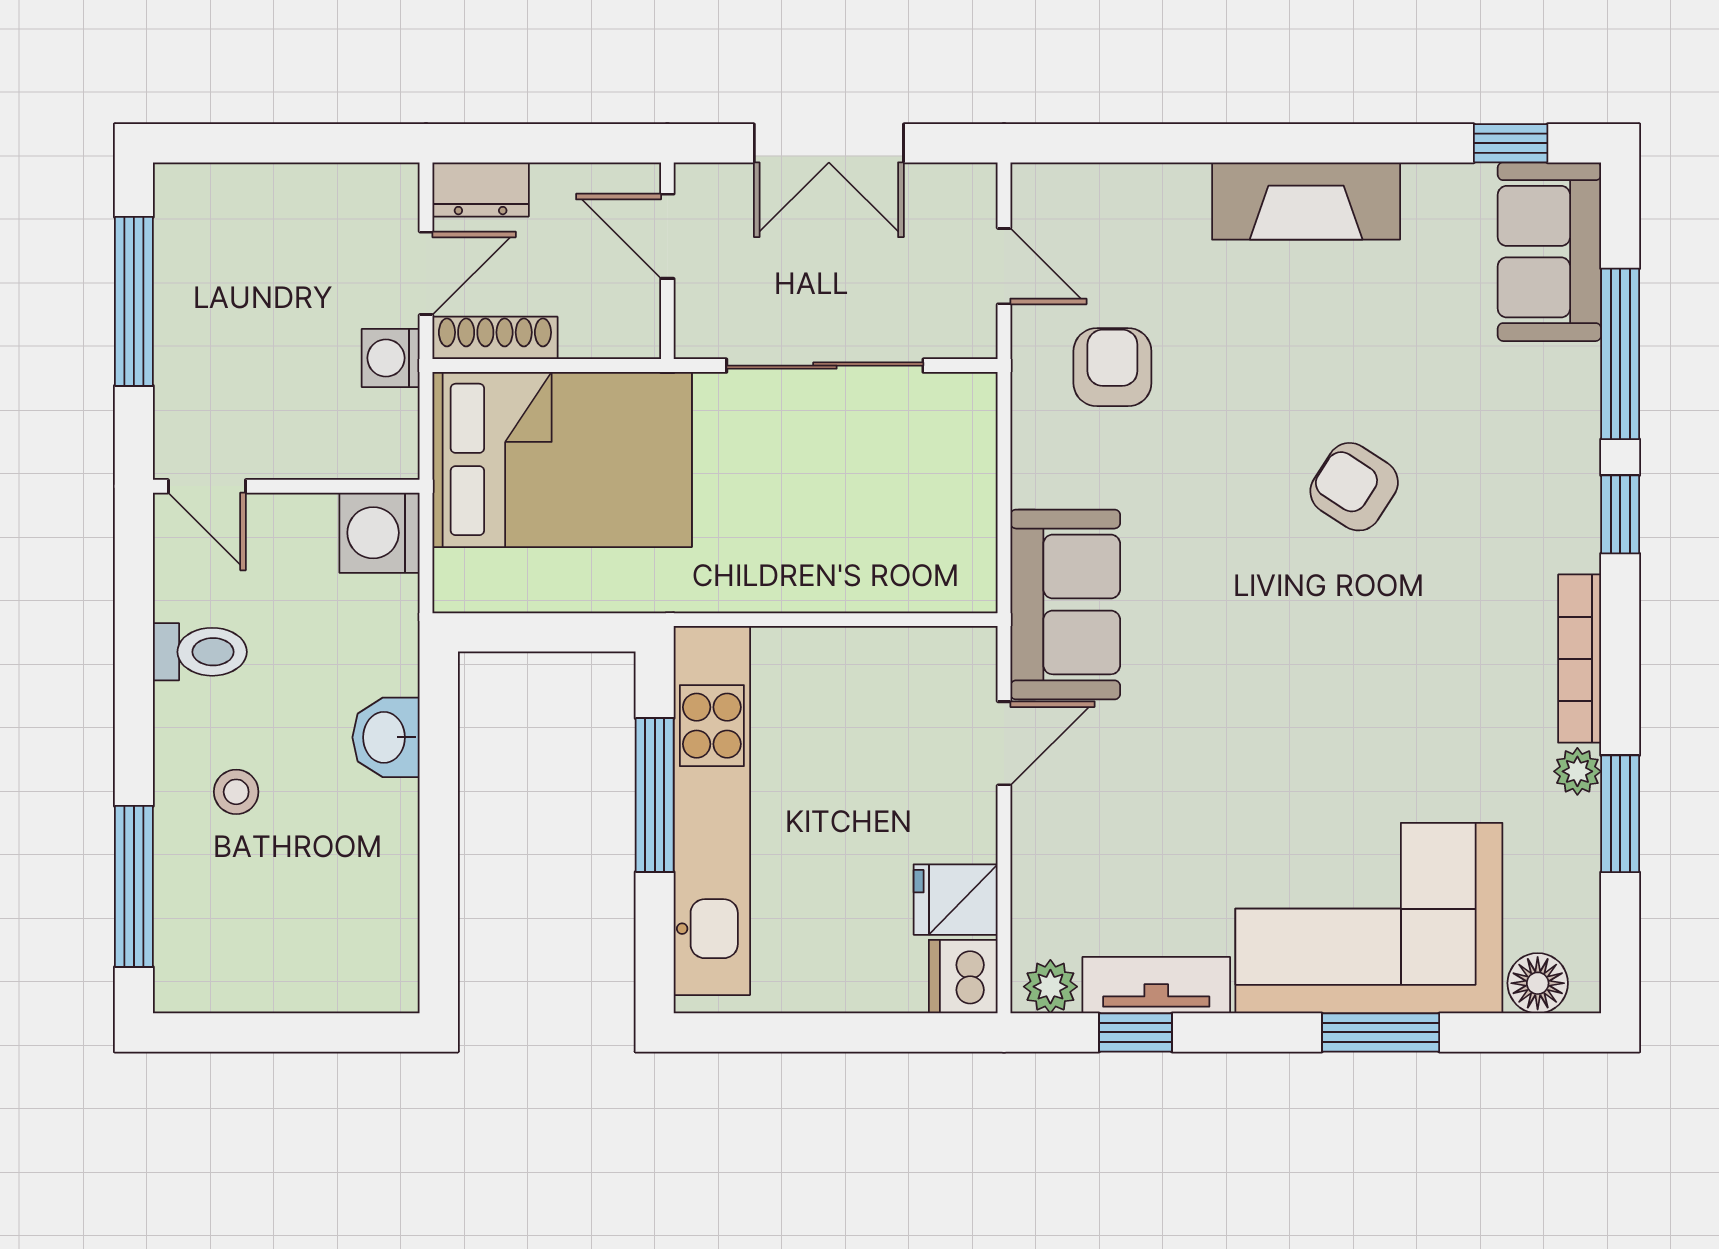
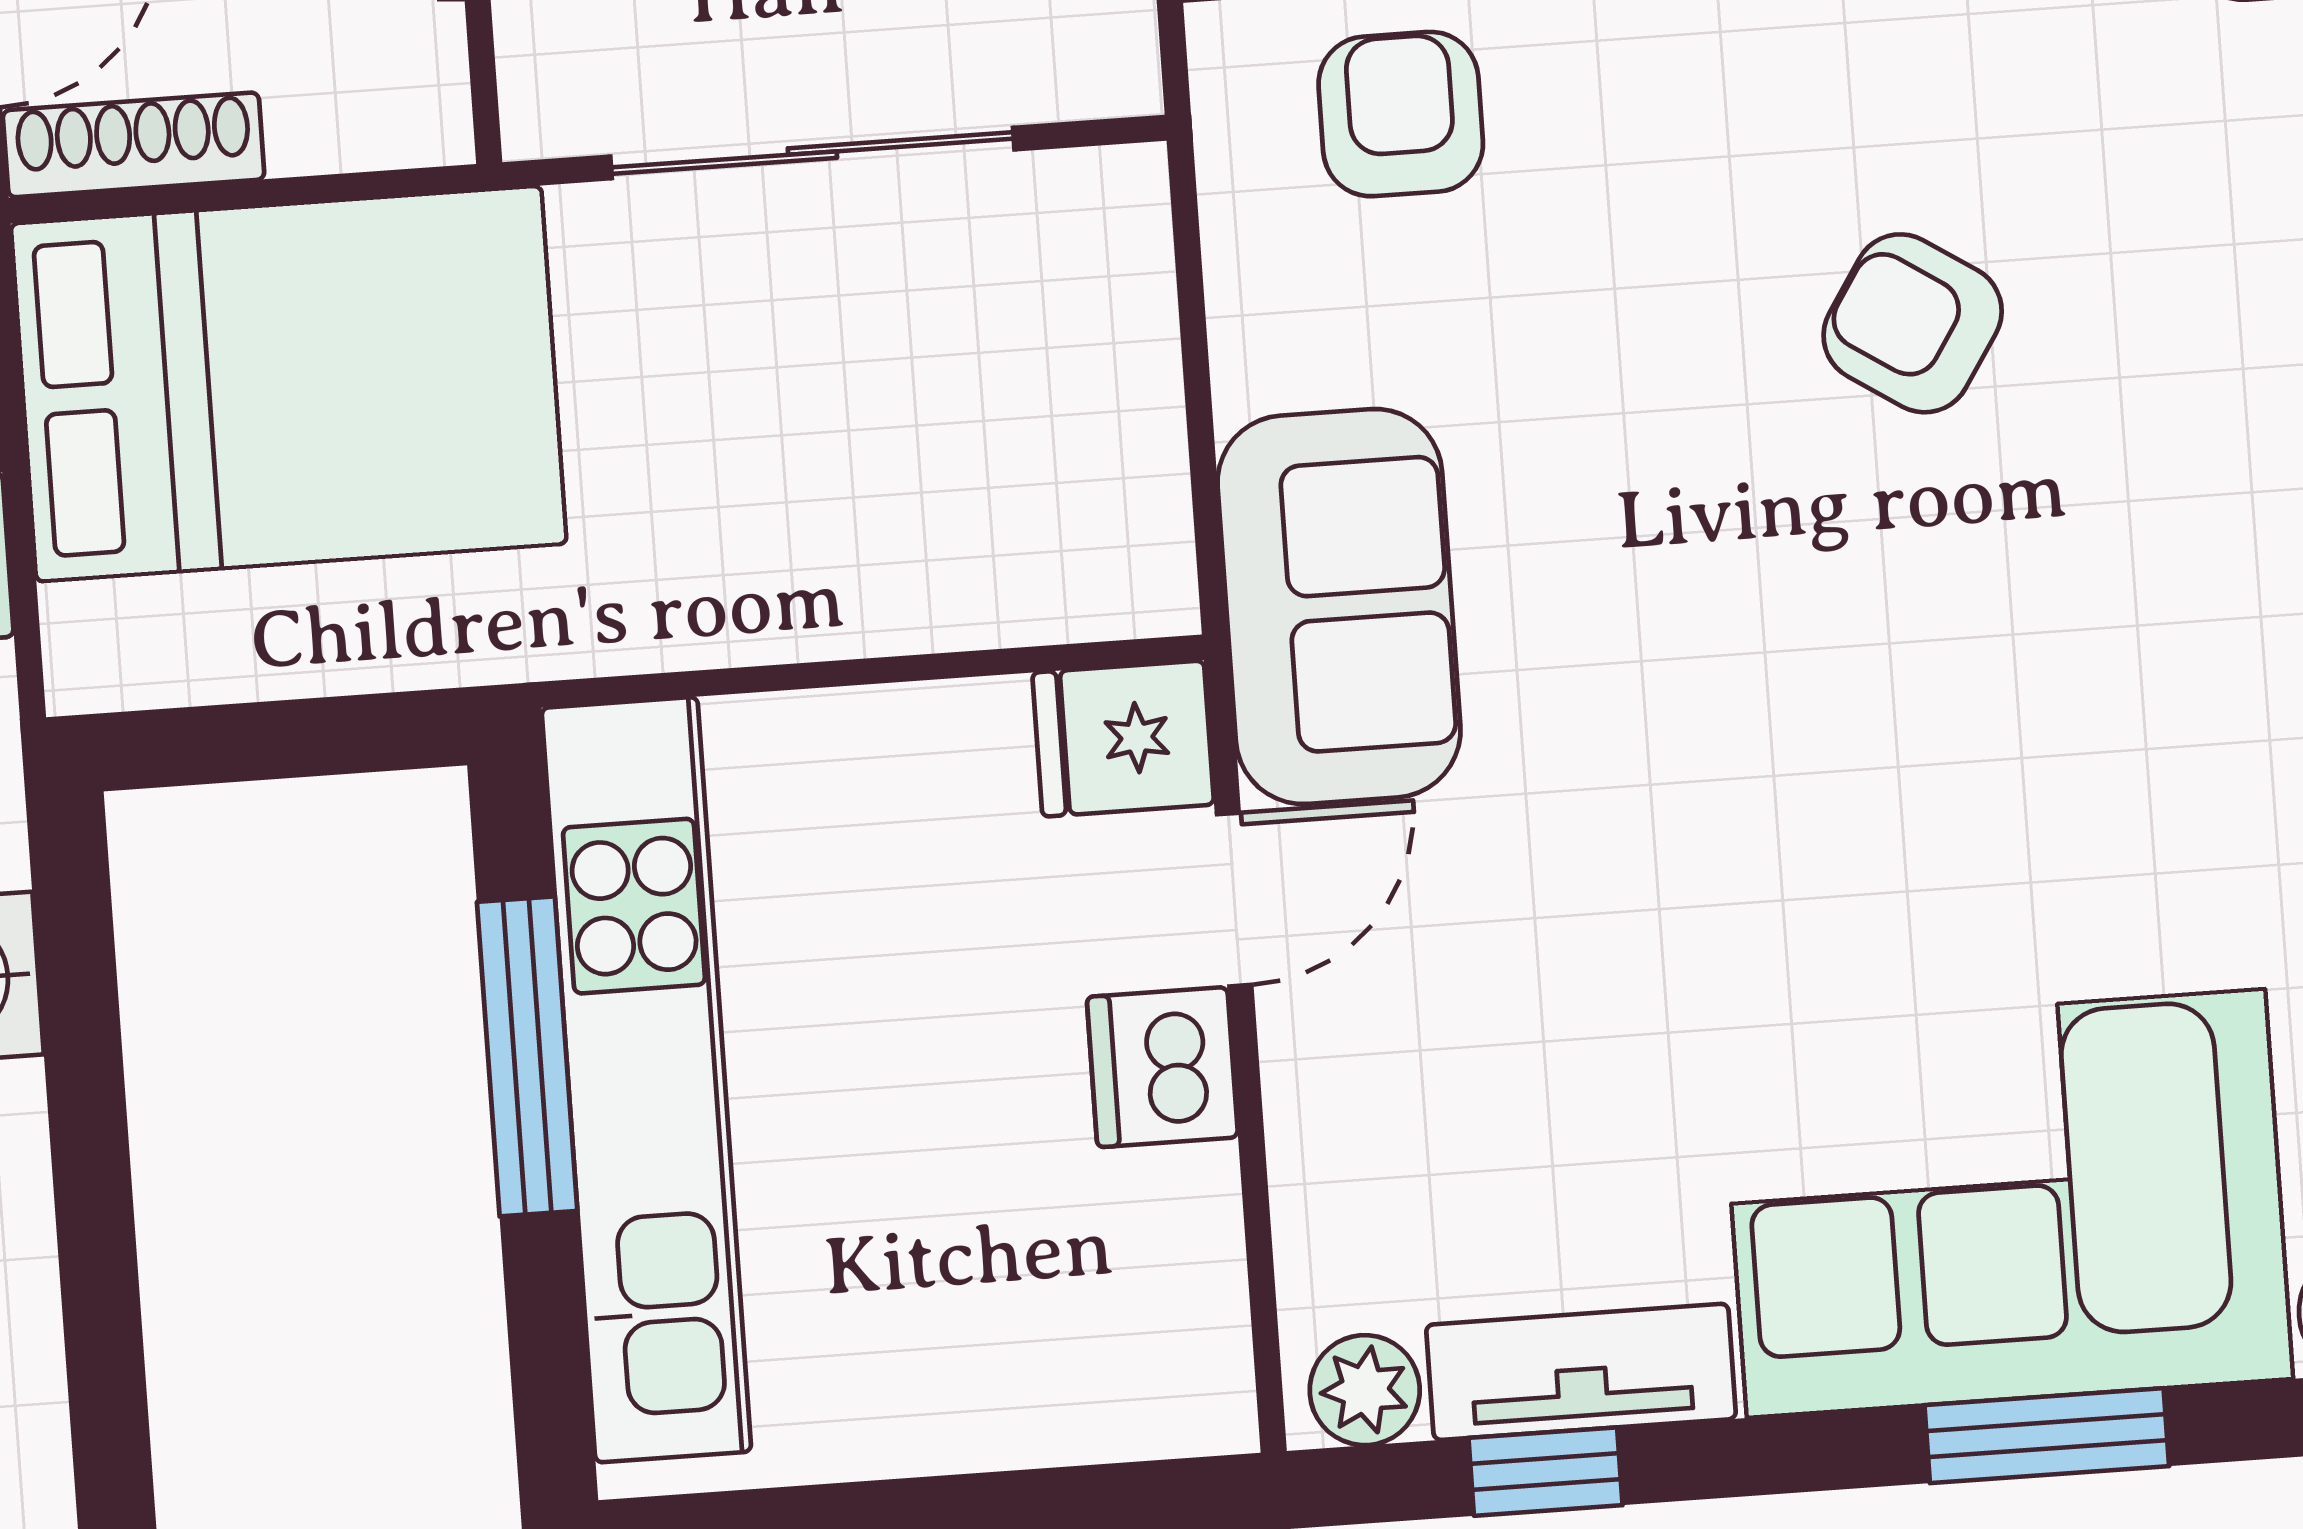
fridge: (956, 900) -> (1123, 739), moved
dishwasher: (963, 977) -> (1162, 1067), moved

